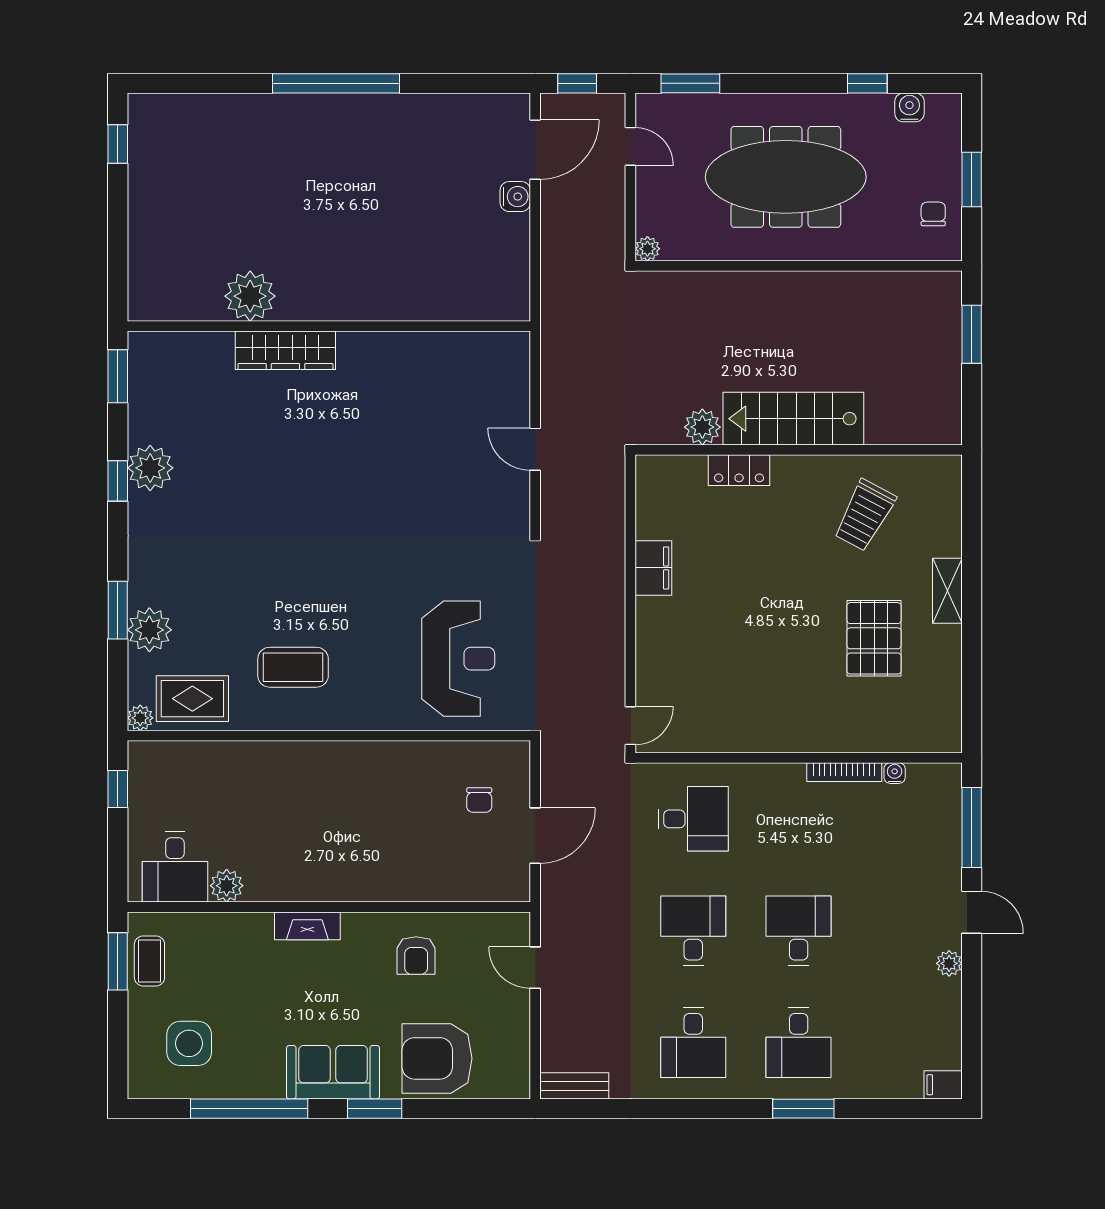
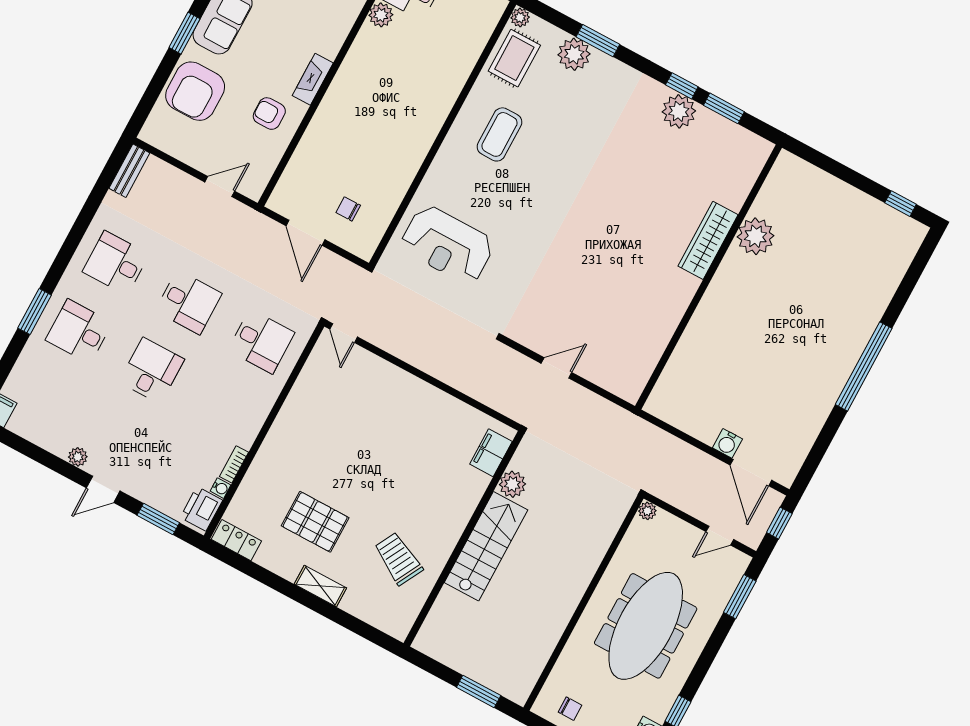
window: (118, 376) -> (724, 108), moved
locker: (739, 470) -> (236, 540), moved, turned 90
filing cabinet: (653, 568) -> (491, 453), moved, turned 90
bookcase: (844, 772) -> (234, 464), width x0.64
printer: (932, 783) -> (201, 509), added
desk: (693, 819) -> (261, 341), turned -90
window: (972, 827) -> (158, 519), width x0.69
fireplace: (307, 926) -> (313, 79), moved
desk: (799, 931) -> (152, 371), turned -90
armchair: (437, 1058) -> (195, 91), turned 180

